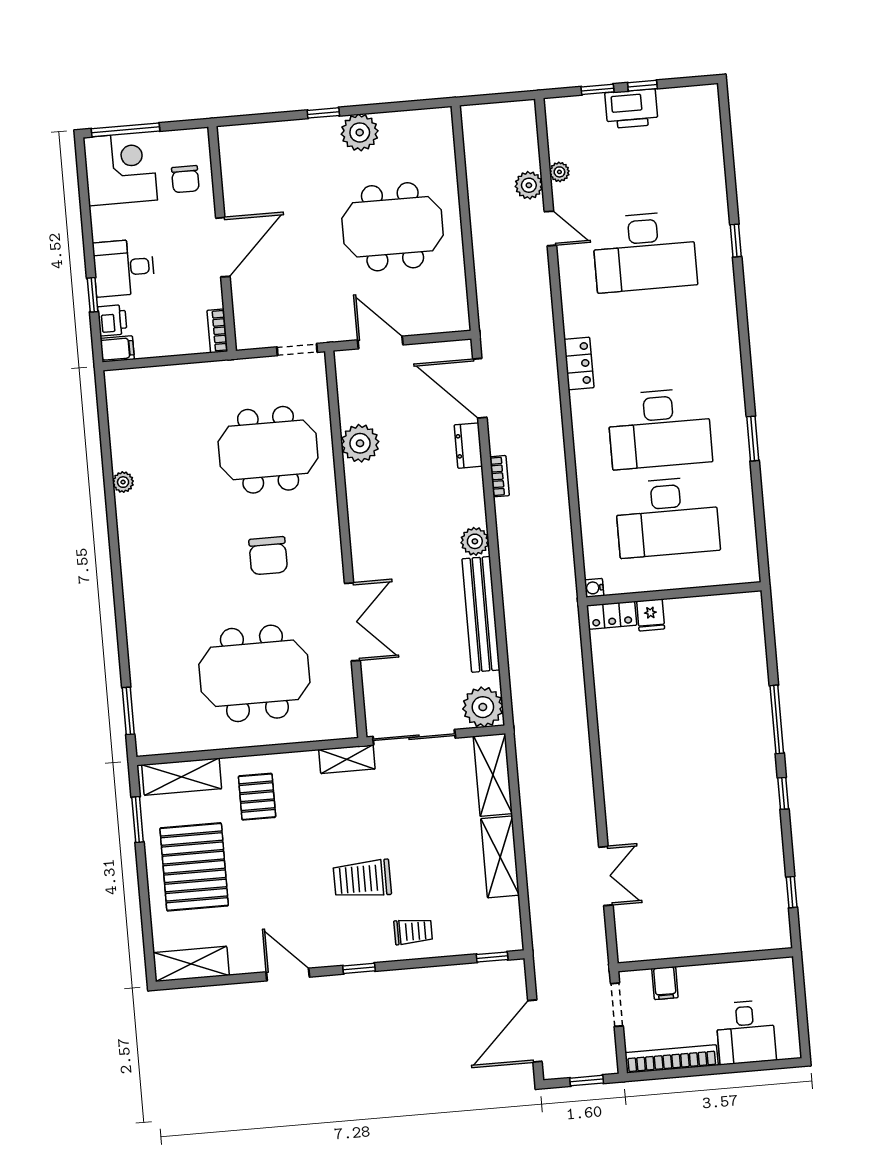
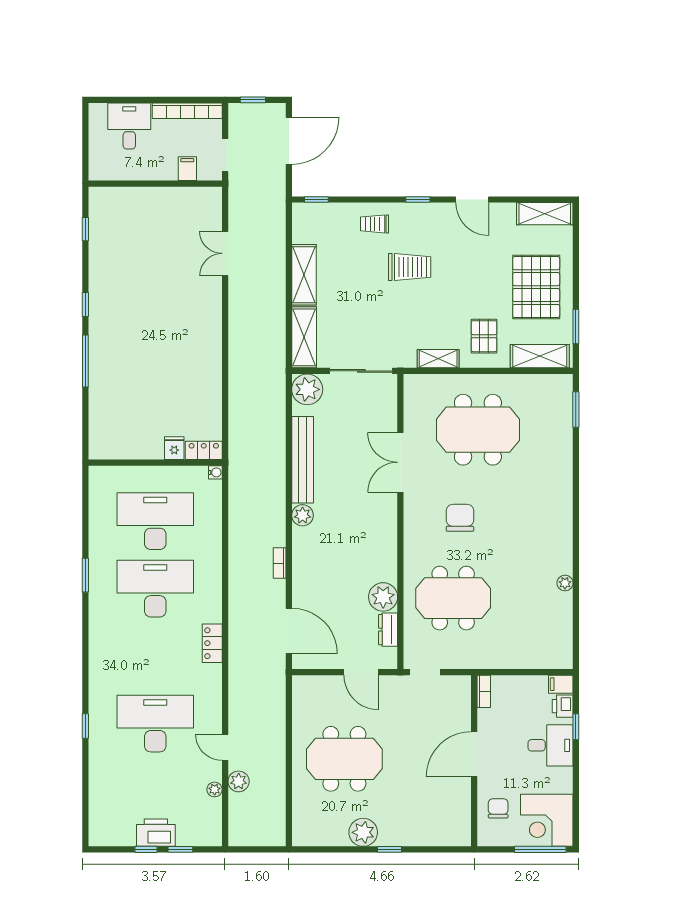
dresser: (468, 446) -> (388, 630), moved, turned 180
shelving: (347, 759) -> (438, 359), moved

